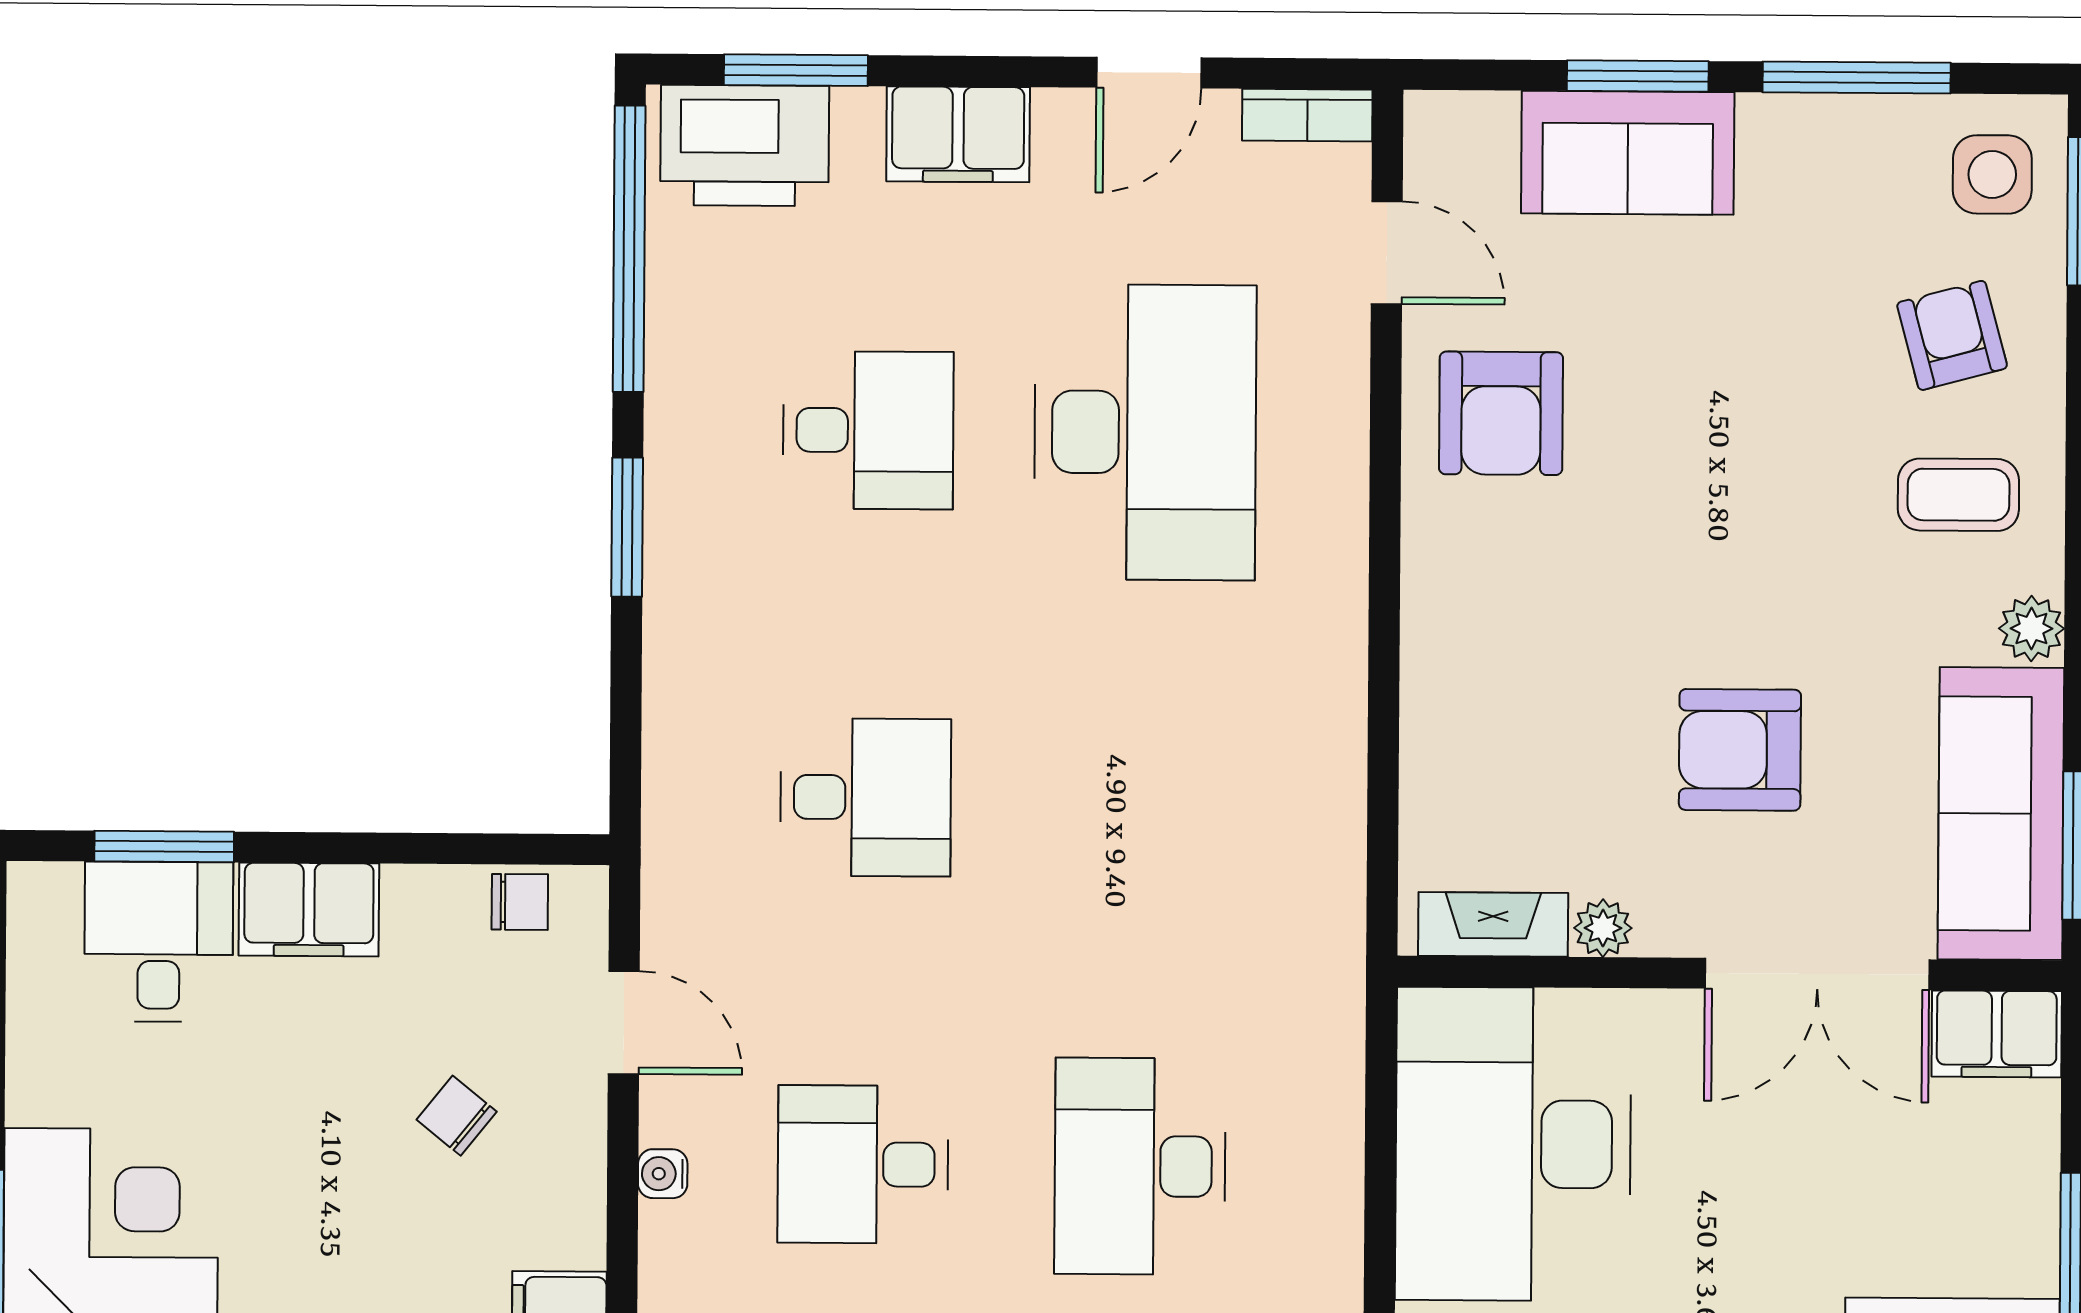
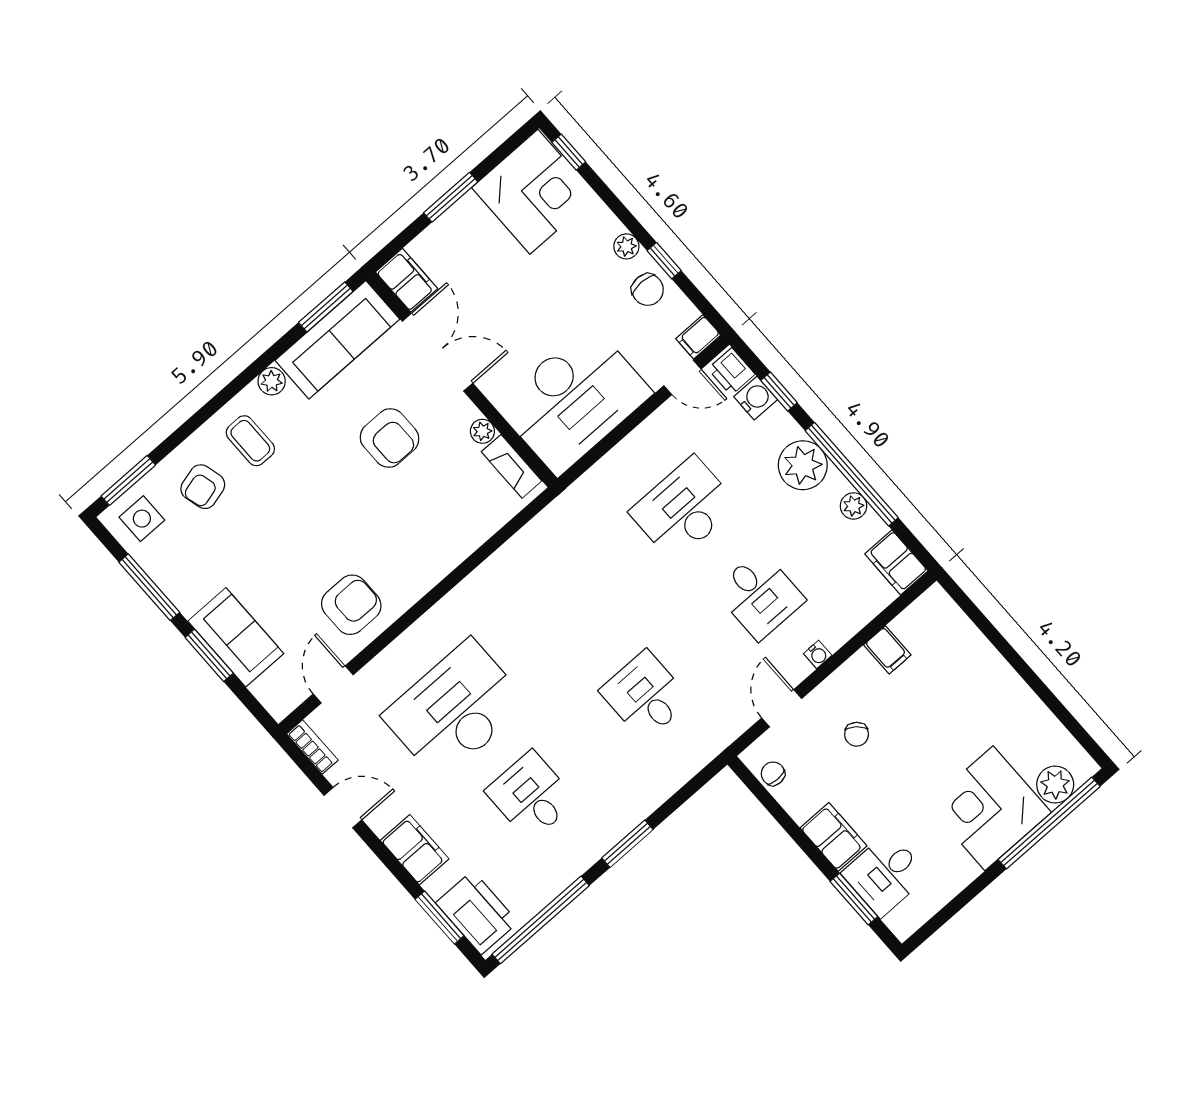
desk: (1140, 1166) -> (684, 509), turned 180

